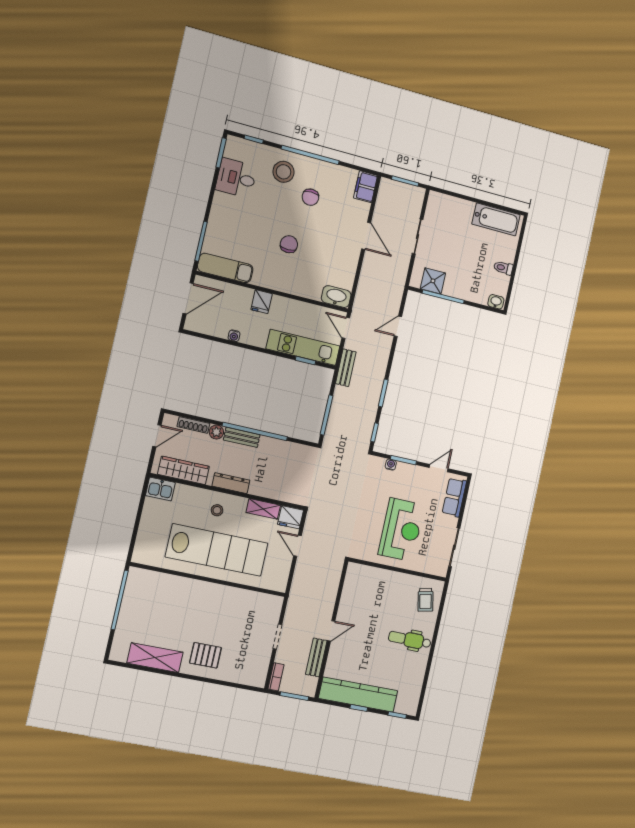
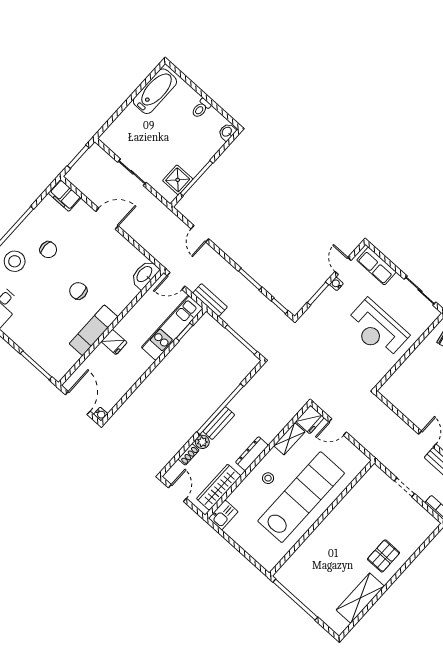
exam couch: (225, 268) -> (93, 330), moved
water cooler: (234, 336) -> (101, 414), moved
shoe rack: (193, 425) -> (189, 454), width x0.70
water cooler: (391, 465) -> (336, 284), moved
reception desk: (401, 530) -> (377, 329), turned 180

